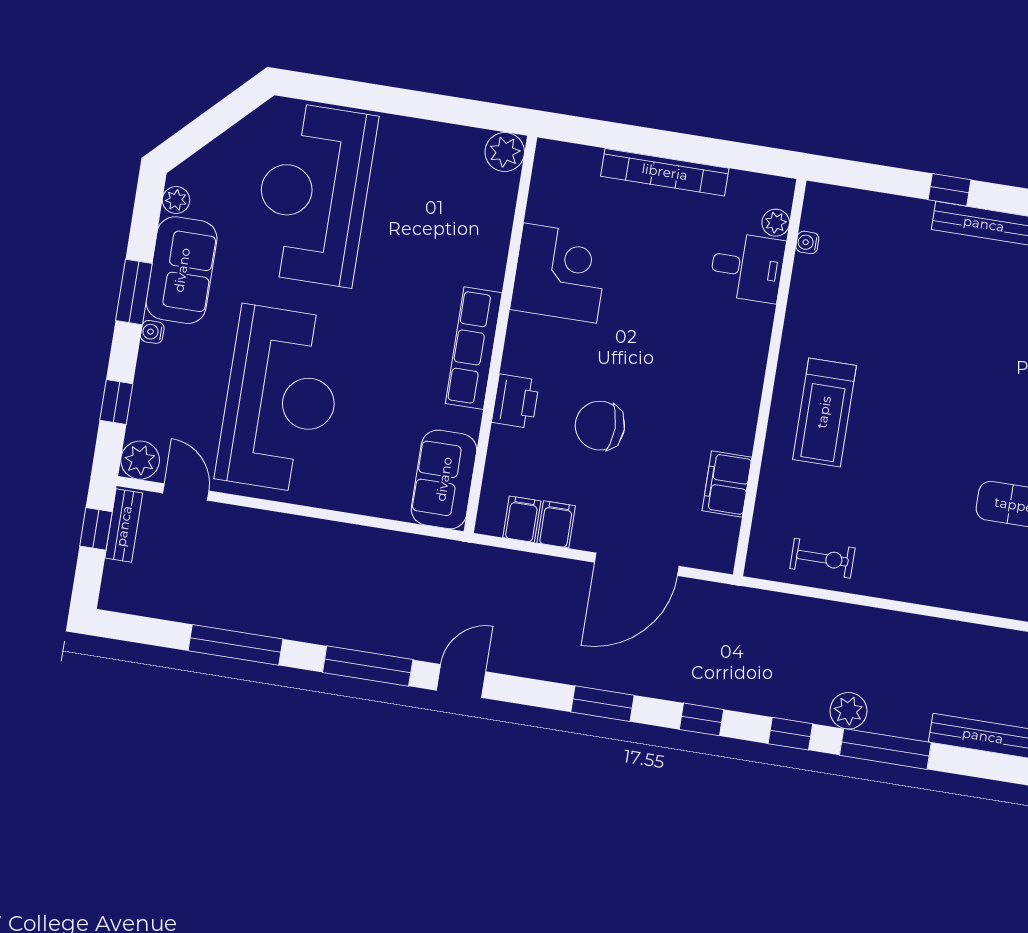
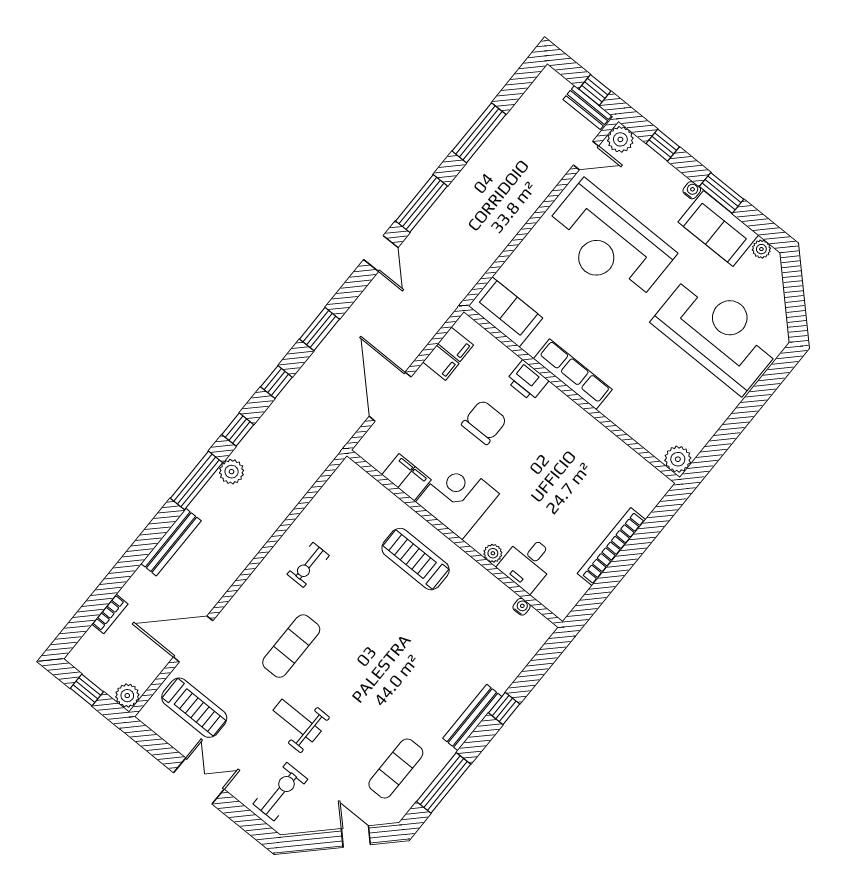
plant: (776, 223) -> (493, 553), moved
corner desk: (560, 273) -> (457, 498), moved, turned 180
exercise bike: (822, 558) -> (308, 565), moved

